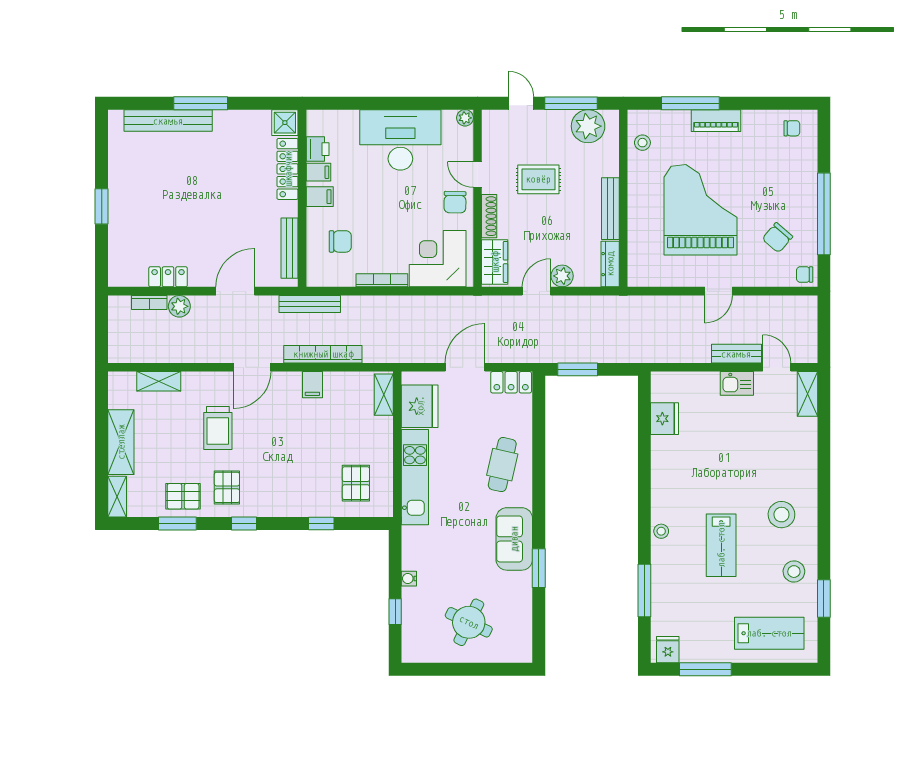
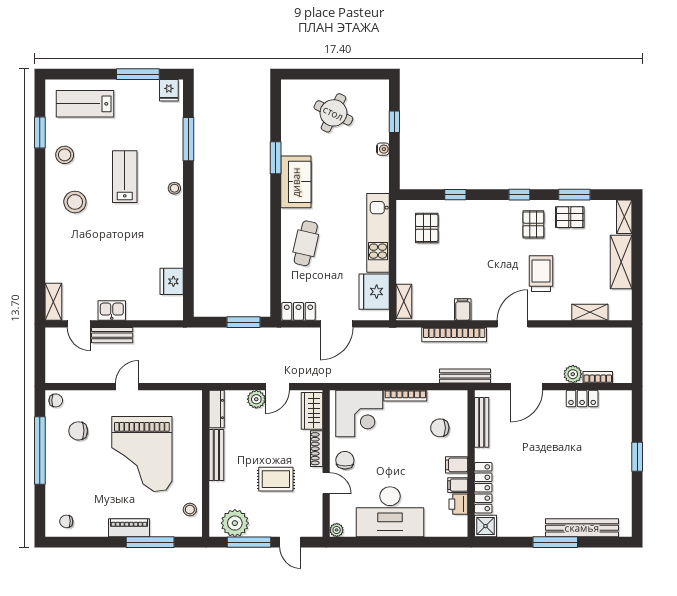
chair: (777, 238) -> (78, 431), turned -131

